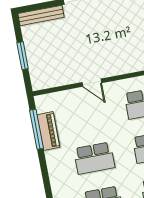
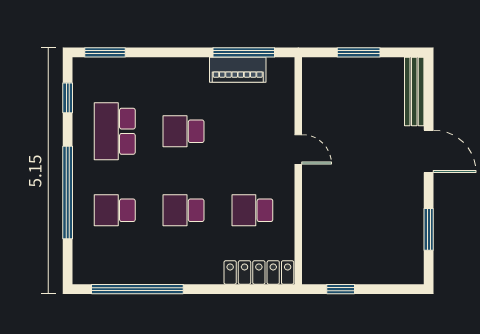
door: (92, 83) -> (298, 149), swing flipped
school desk: (94, 158) -> (184, 131), width x0.54

